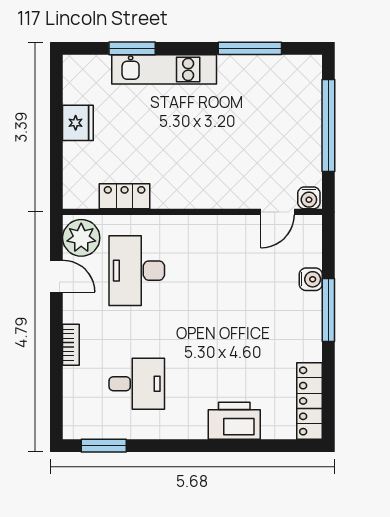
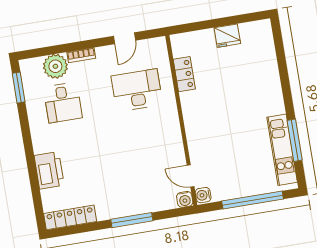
window: (132, 48) -> (282, 63), removed
kitchen unit: (164, 69) -> (282, 150), moved
plant: (81, 238) -> (55, 66), moved
water cooler: (311, 279) -> (185, 199), moved

